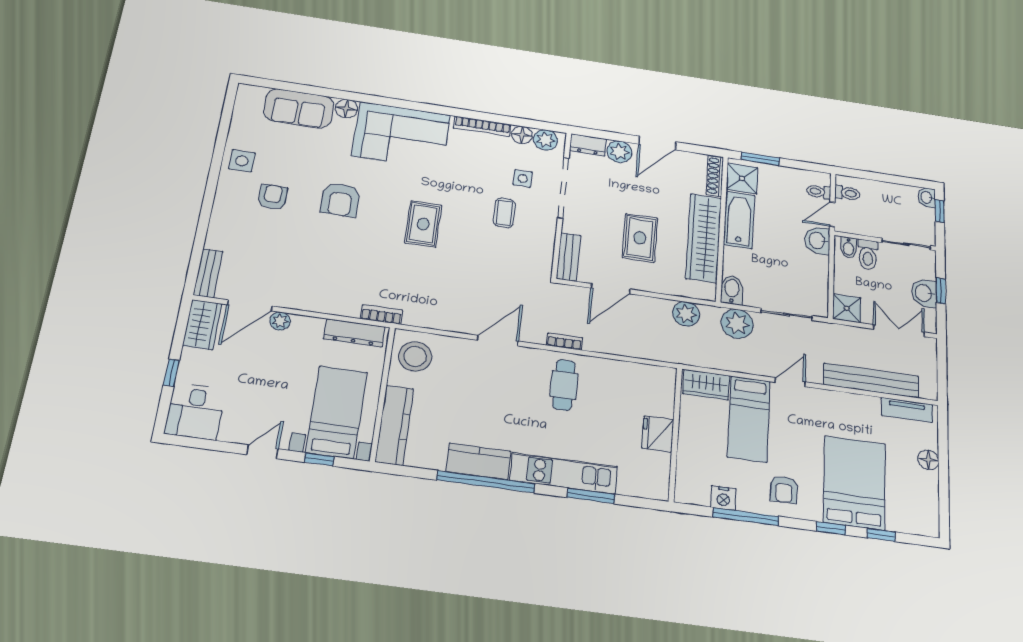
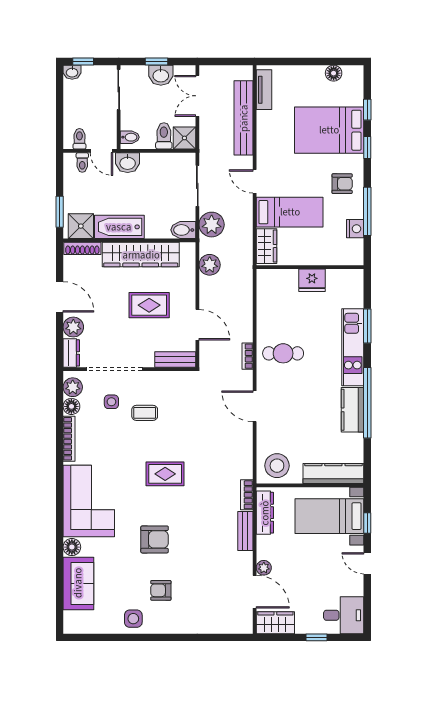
toilet: (868, 255) -> (164, 136), moved, turned -90
bench: (208, 273) -> (245, 531), moved, turned 90
floor lamp: (928, 460) -> (334, 73), moved

